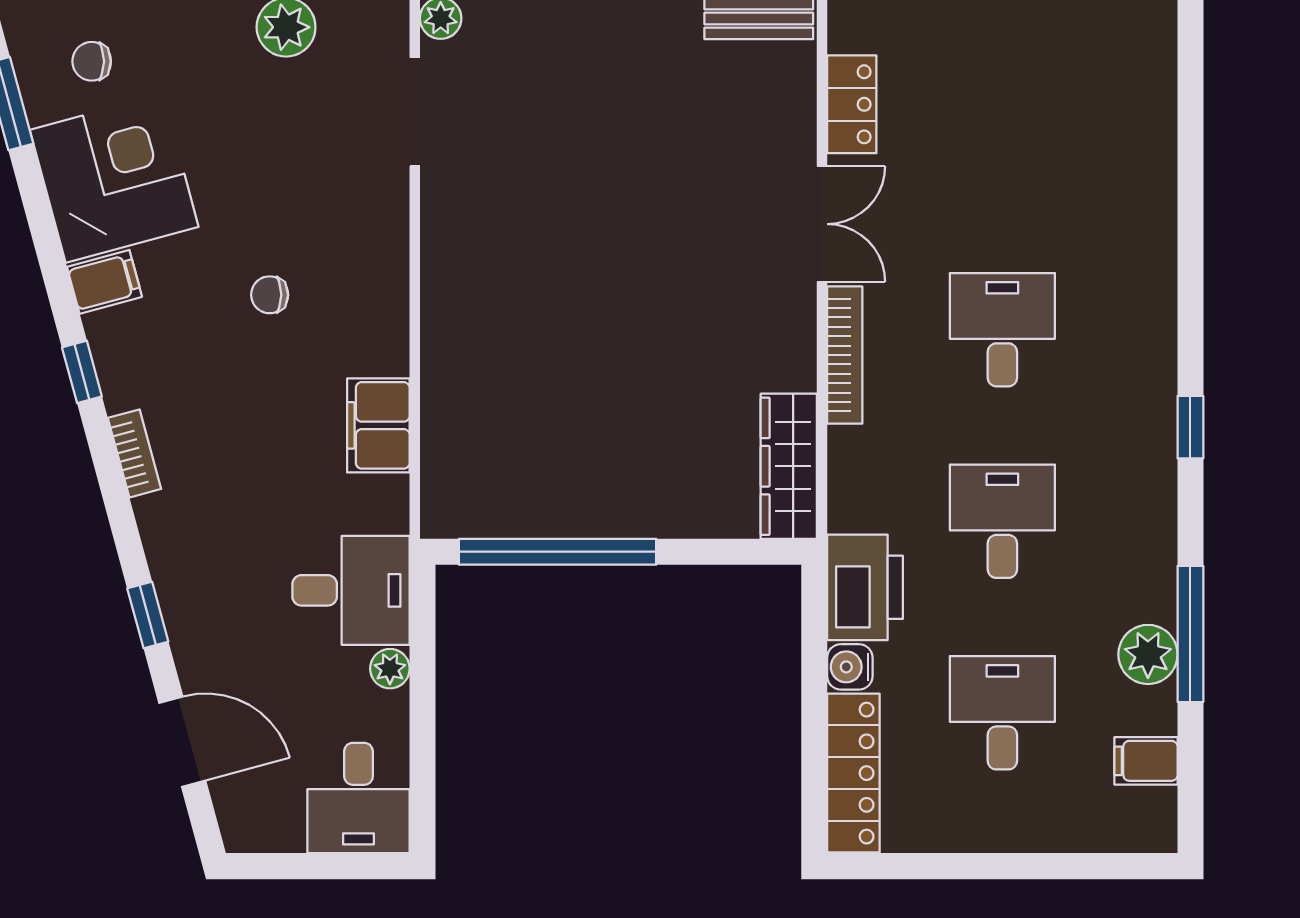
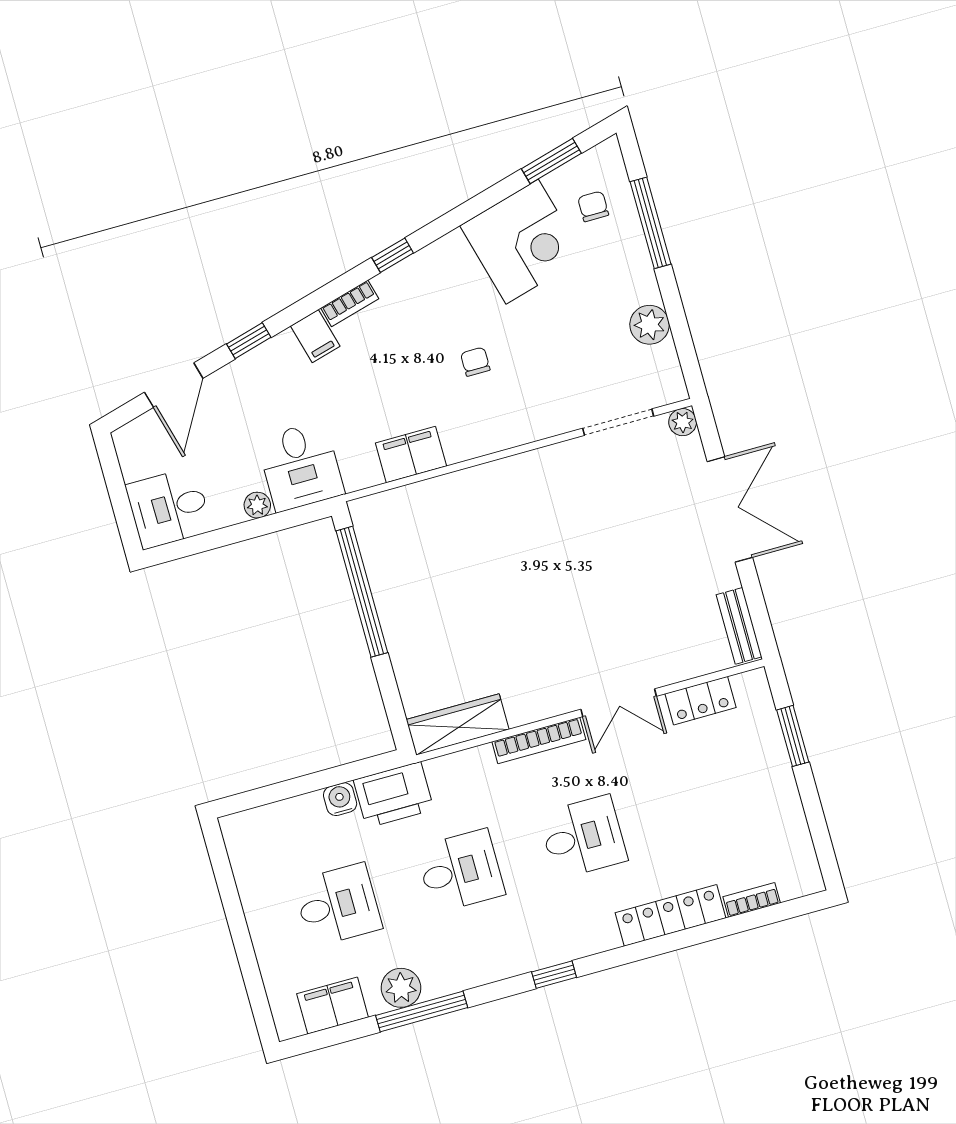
bookcase: (1161, 110) -> (752, 900), added
filing cabinet: (104, 282) -> (315, 336), moved
filing cabinet: (1146, 761) -> (333, 1005), width x2.00
locker: (853, 773) -> (671, 915), moved, turned 180

